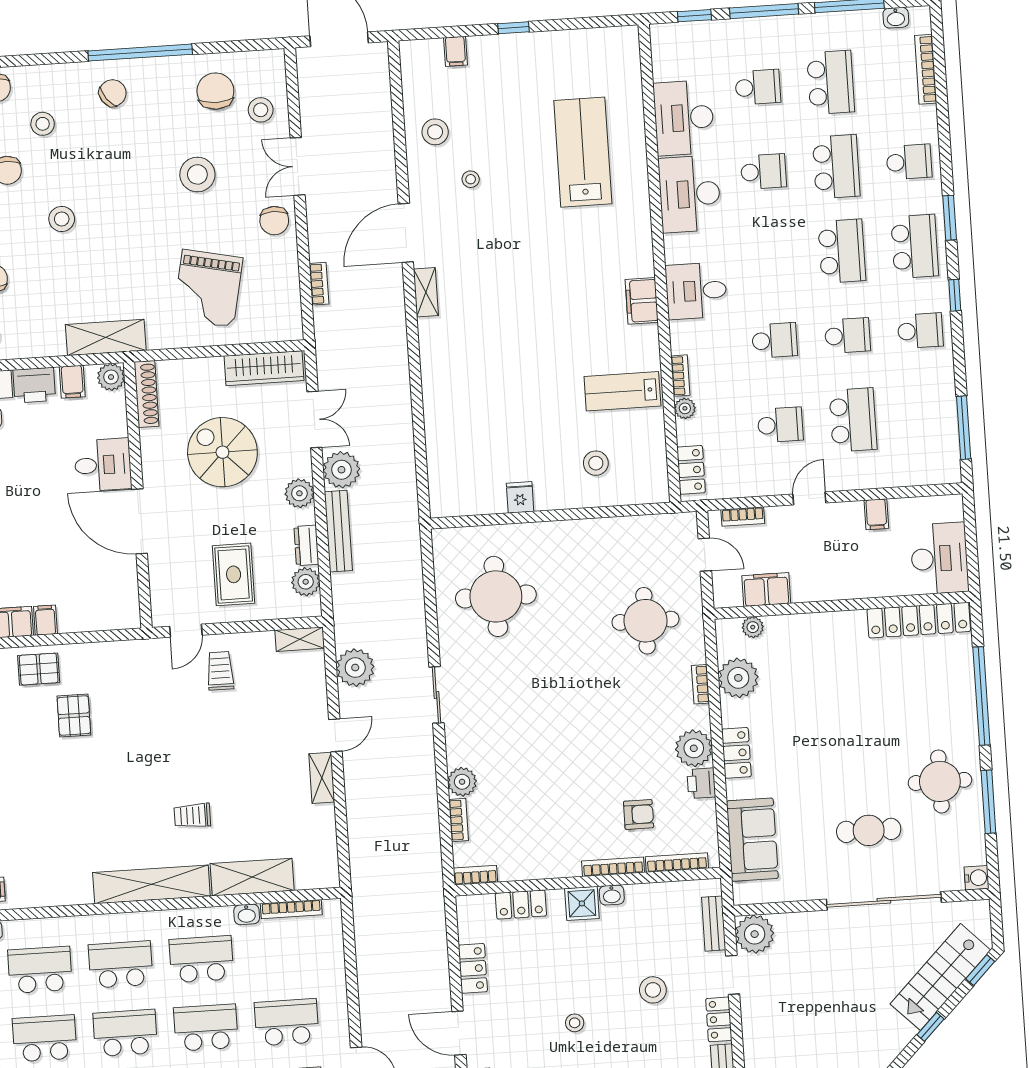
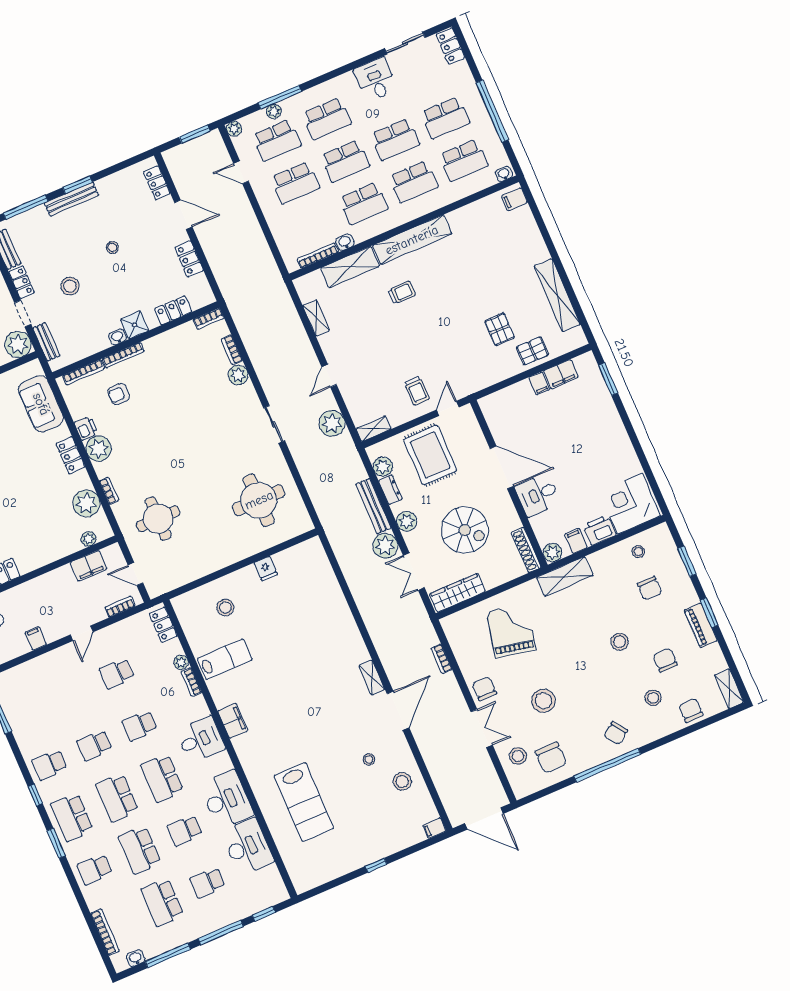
filing cabinet: (455, 51) -> (434, 828), moved, turned -90
school desk: (853, 420) -> (162, 778), moved
rug: (234, 574) -> (430, 455), width x1.36, depth x1.43
shelving: (322, 778) -> (316, 318), moved

